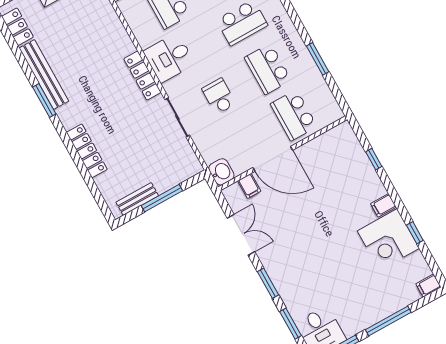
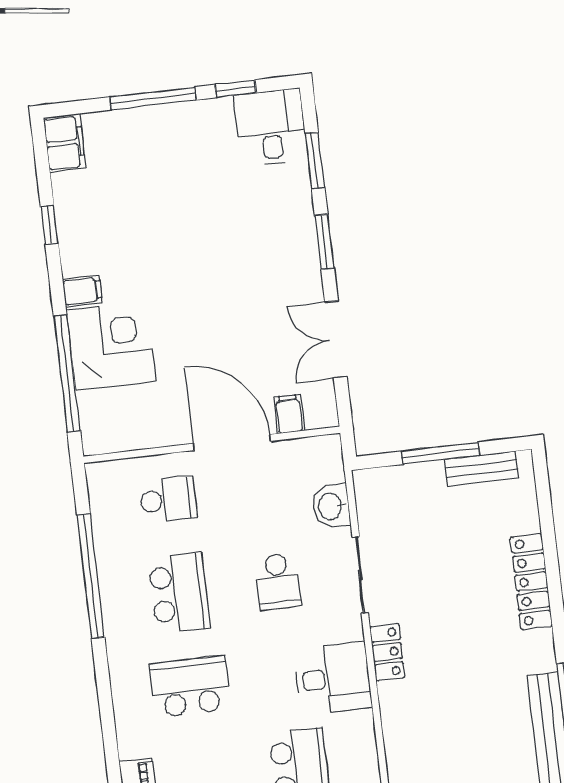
window: (318, 59) -> (91, 576), width x2.11
locker: (142, 76) -> (387, 652), width x0.66
school desk: (294, 115) -> (168, 500), width x0.54
window: (374, 159) -> (67, 373), width x3.17
washbasin: (221, 172) -> (331, 506), moved
corner desk: (388, 240) -> (111, 345), moved
filing cabinet: (428, 286) -> (65, 143), width x2.00

